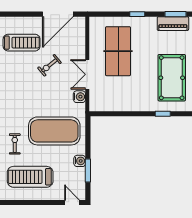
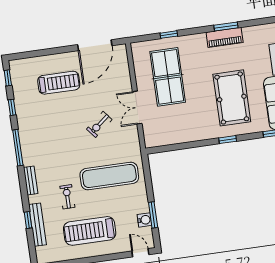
window: (137, 14) -> (169, 35), moved
exercise bike: (49, 65) -> (99, 124), moved
water cooler: (79, 97) -> (132, 134), removed
exercise mat: (54, 131) -> (109, 176), width x0.68
water cooler: (80, 161) -> (144, 220), moved

